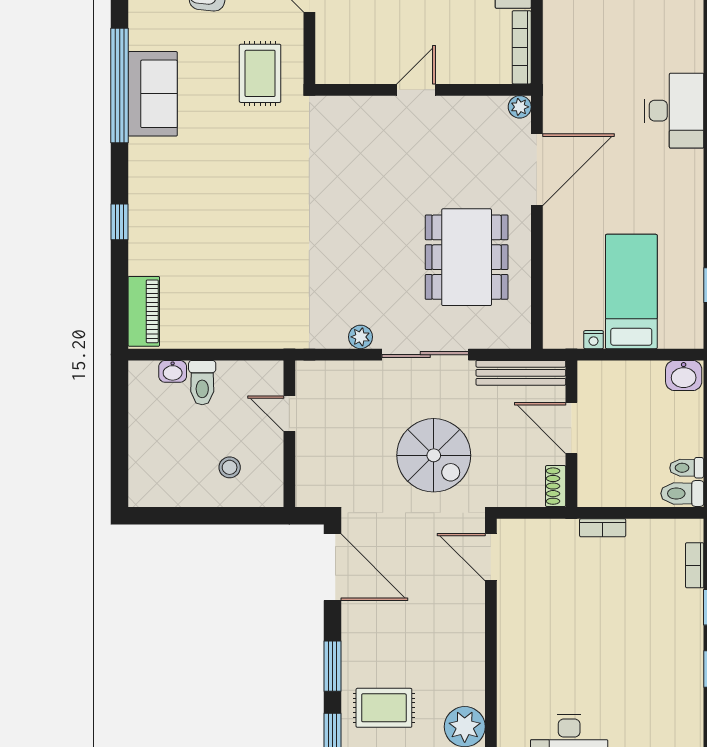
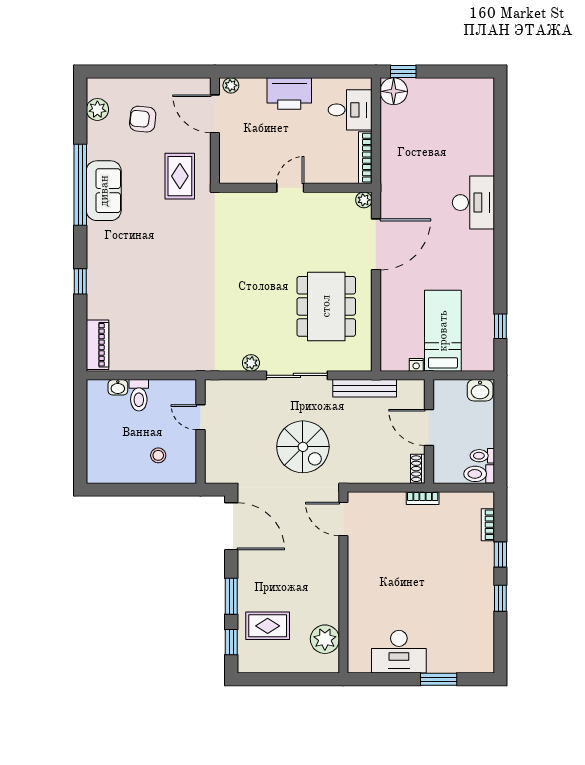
door: (571, 428) -> (429, 427), moved
wall: (571, 434) -> (429, 431), moved
shoe rack: (556, 486) -> (418, 469), moved

